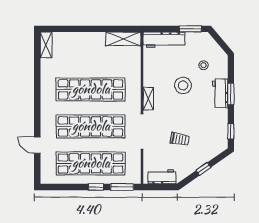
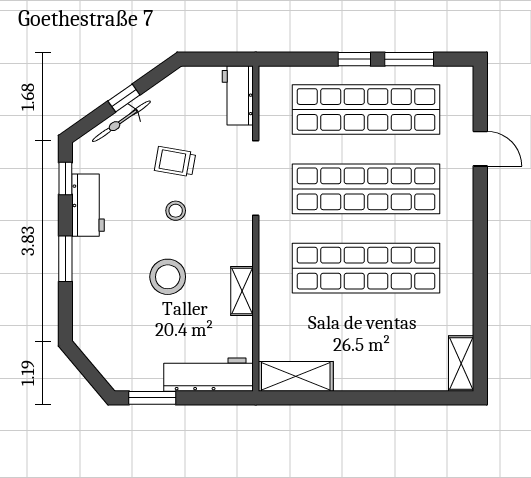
stool: (204, 65) -> (176, 211), moved
workbench: (220, 93) -> (88, 205), moved
shelving: (148, 99) -> (242, 291), moved
bicycle: (205, 158) -> (121, 121), added
workbench: (162, 177) -> (238, 95), moved, turned 90
window: (122, 187) -> (409, 59), moved

